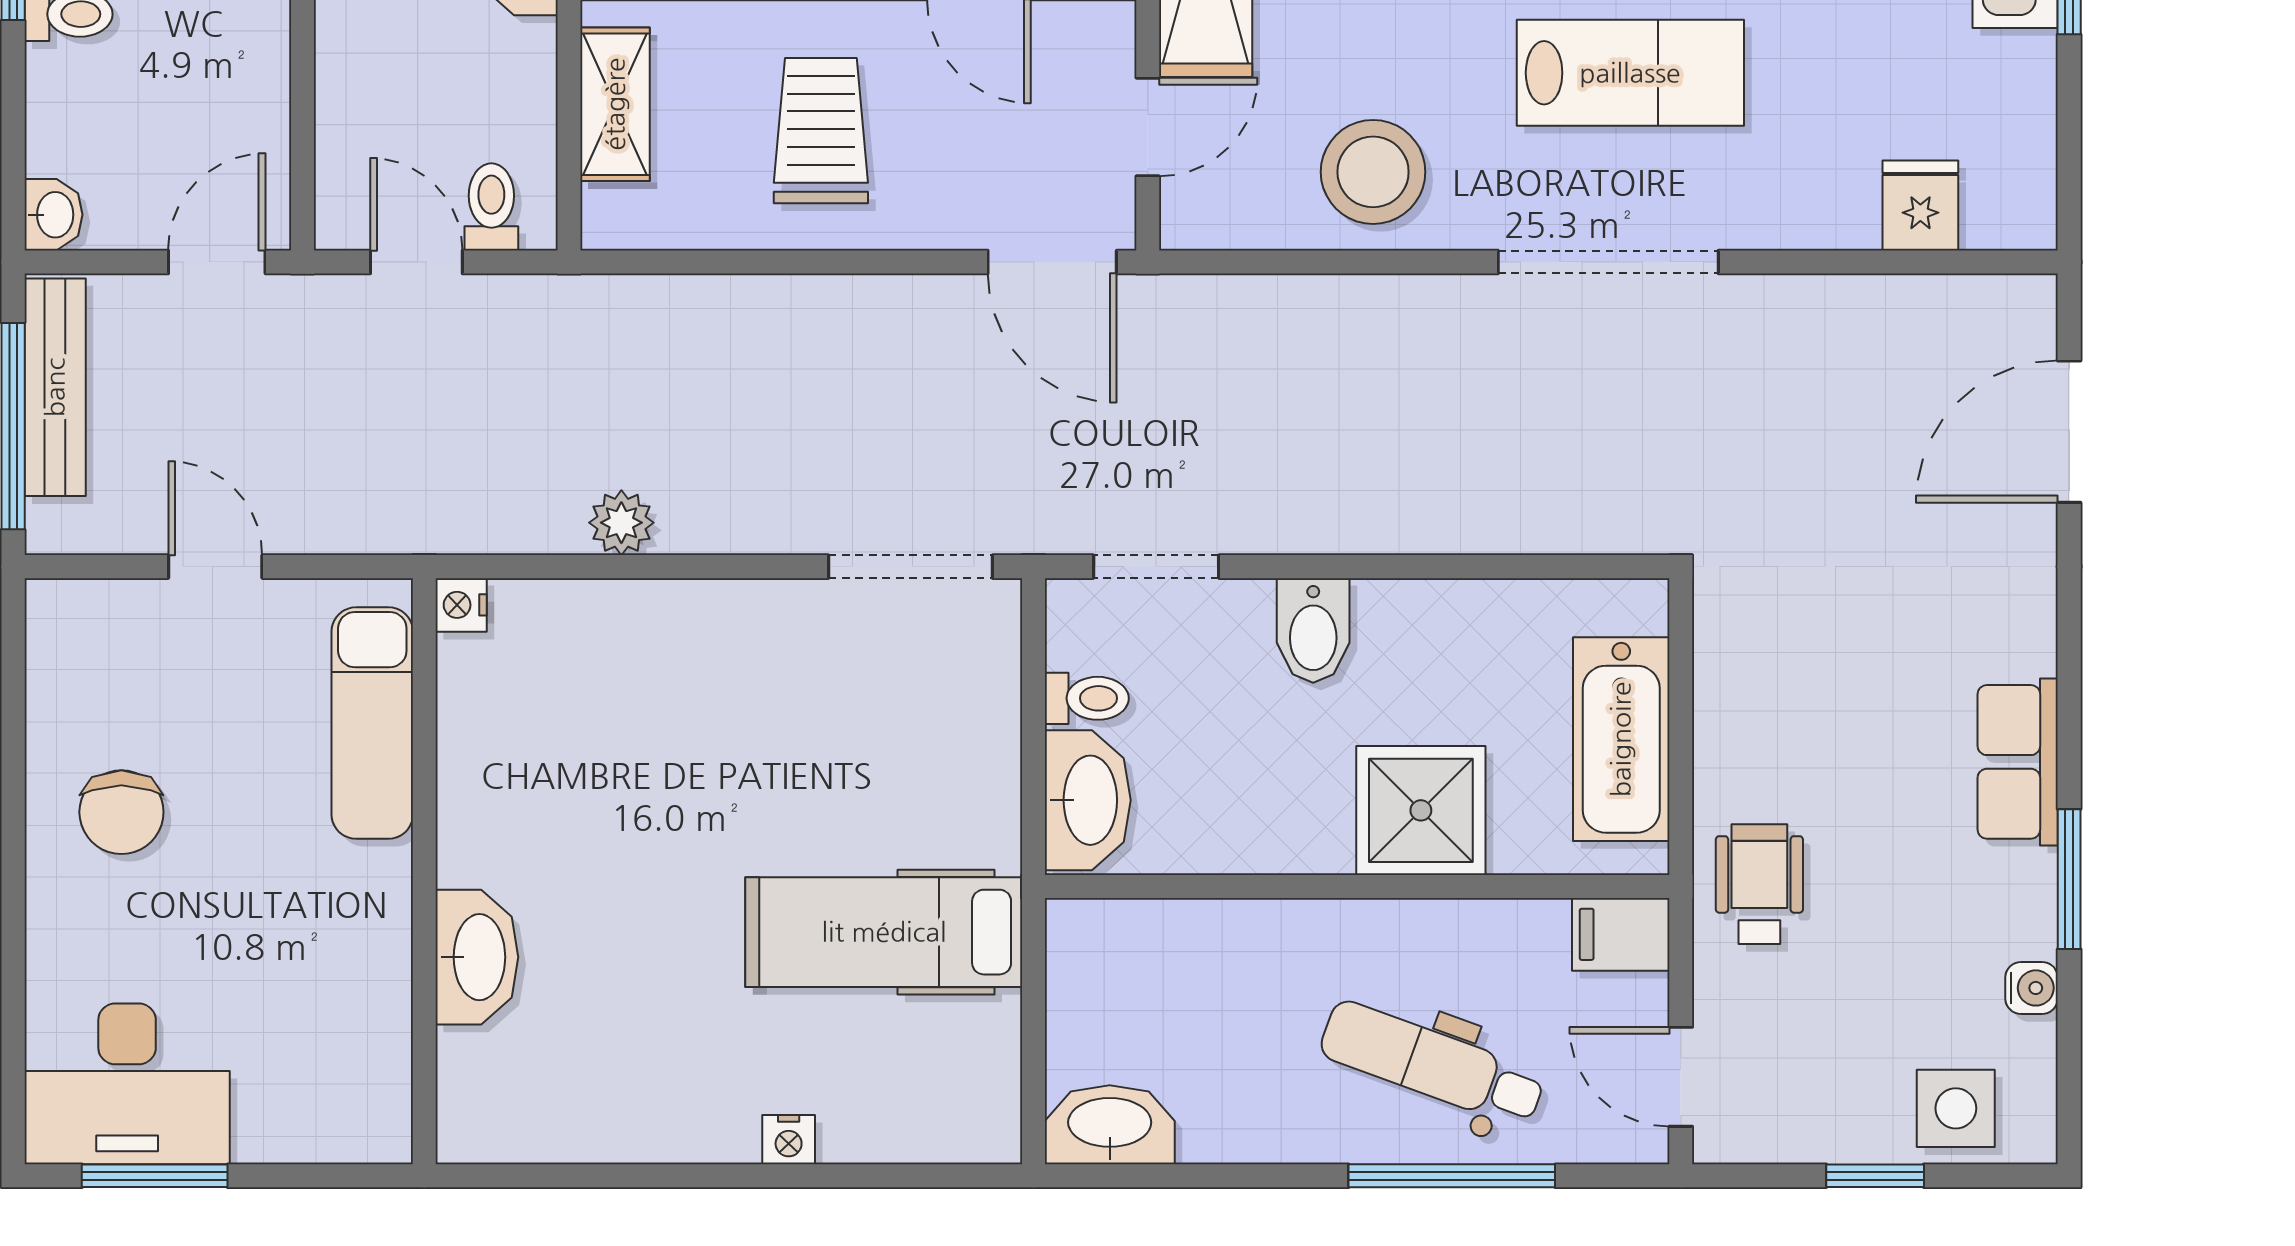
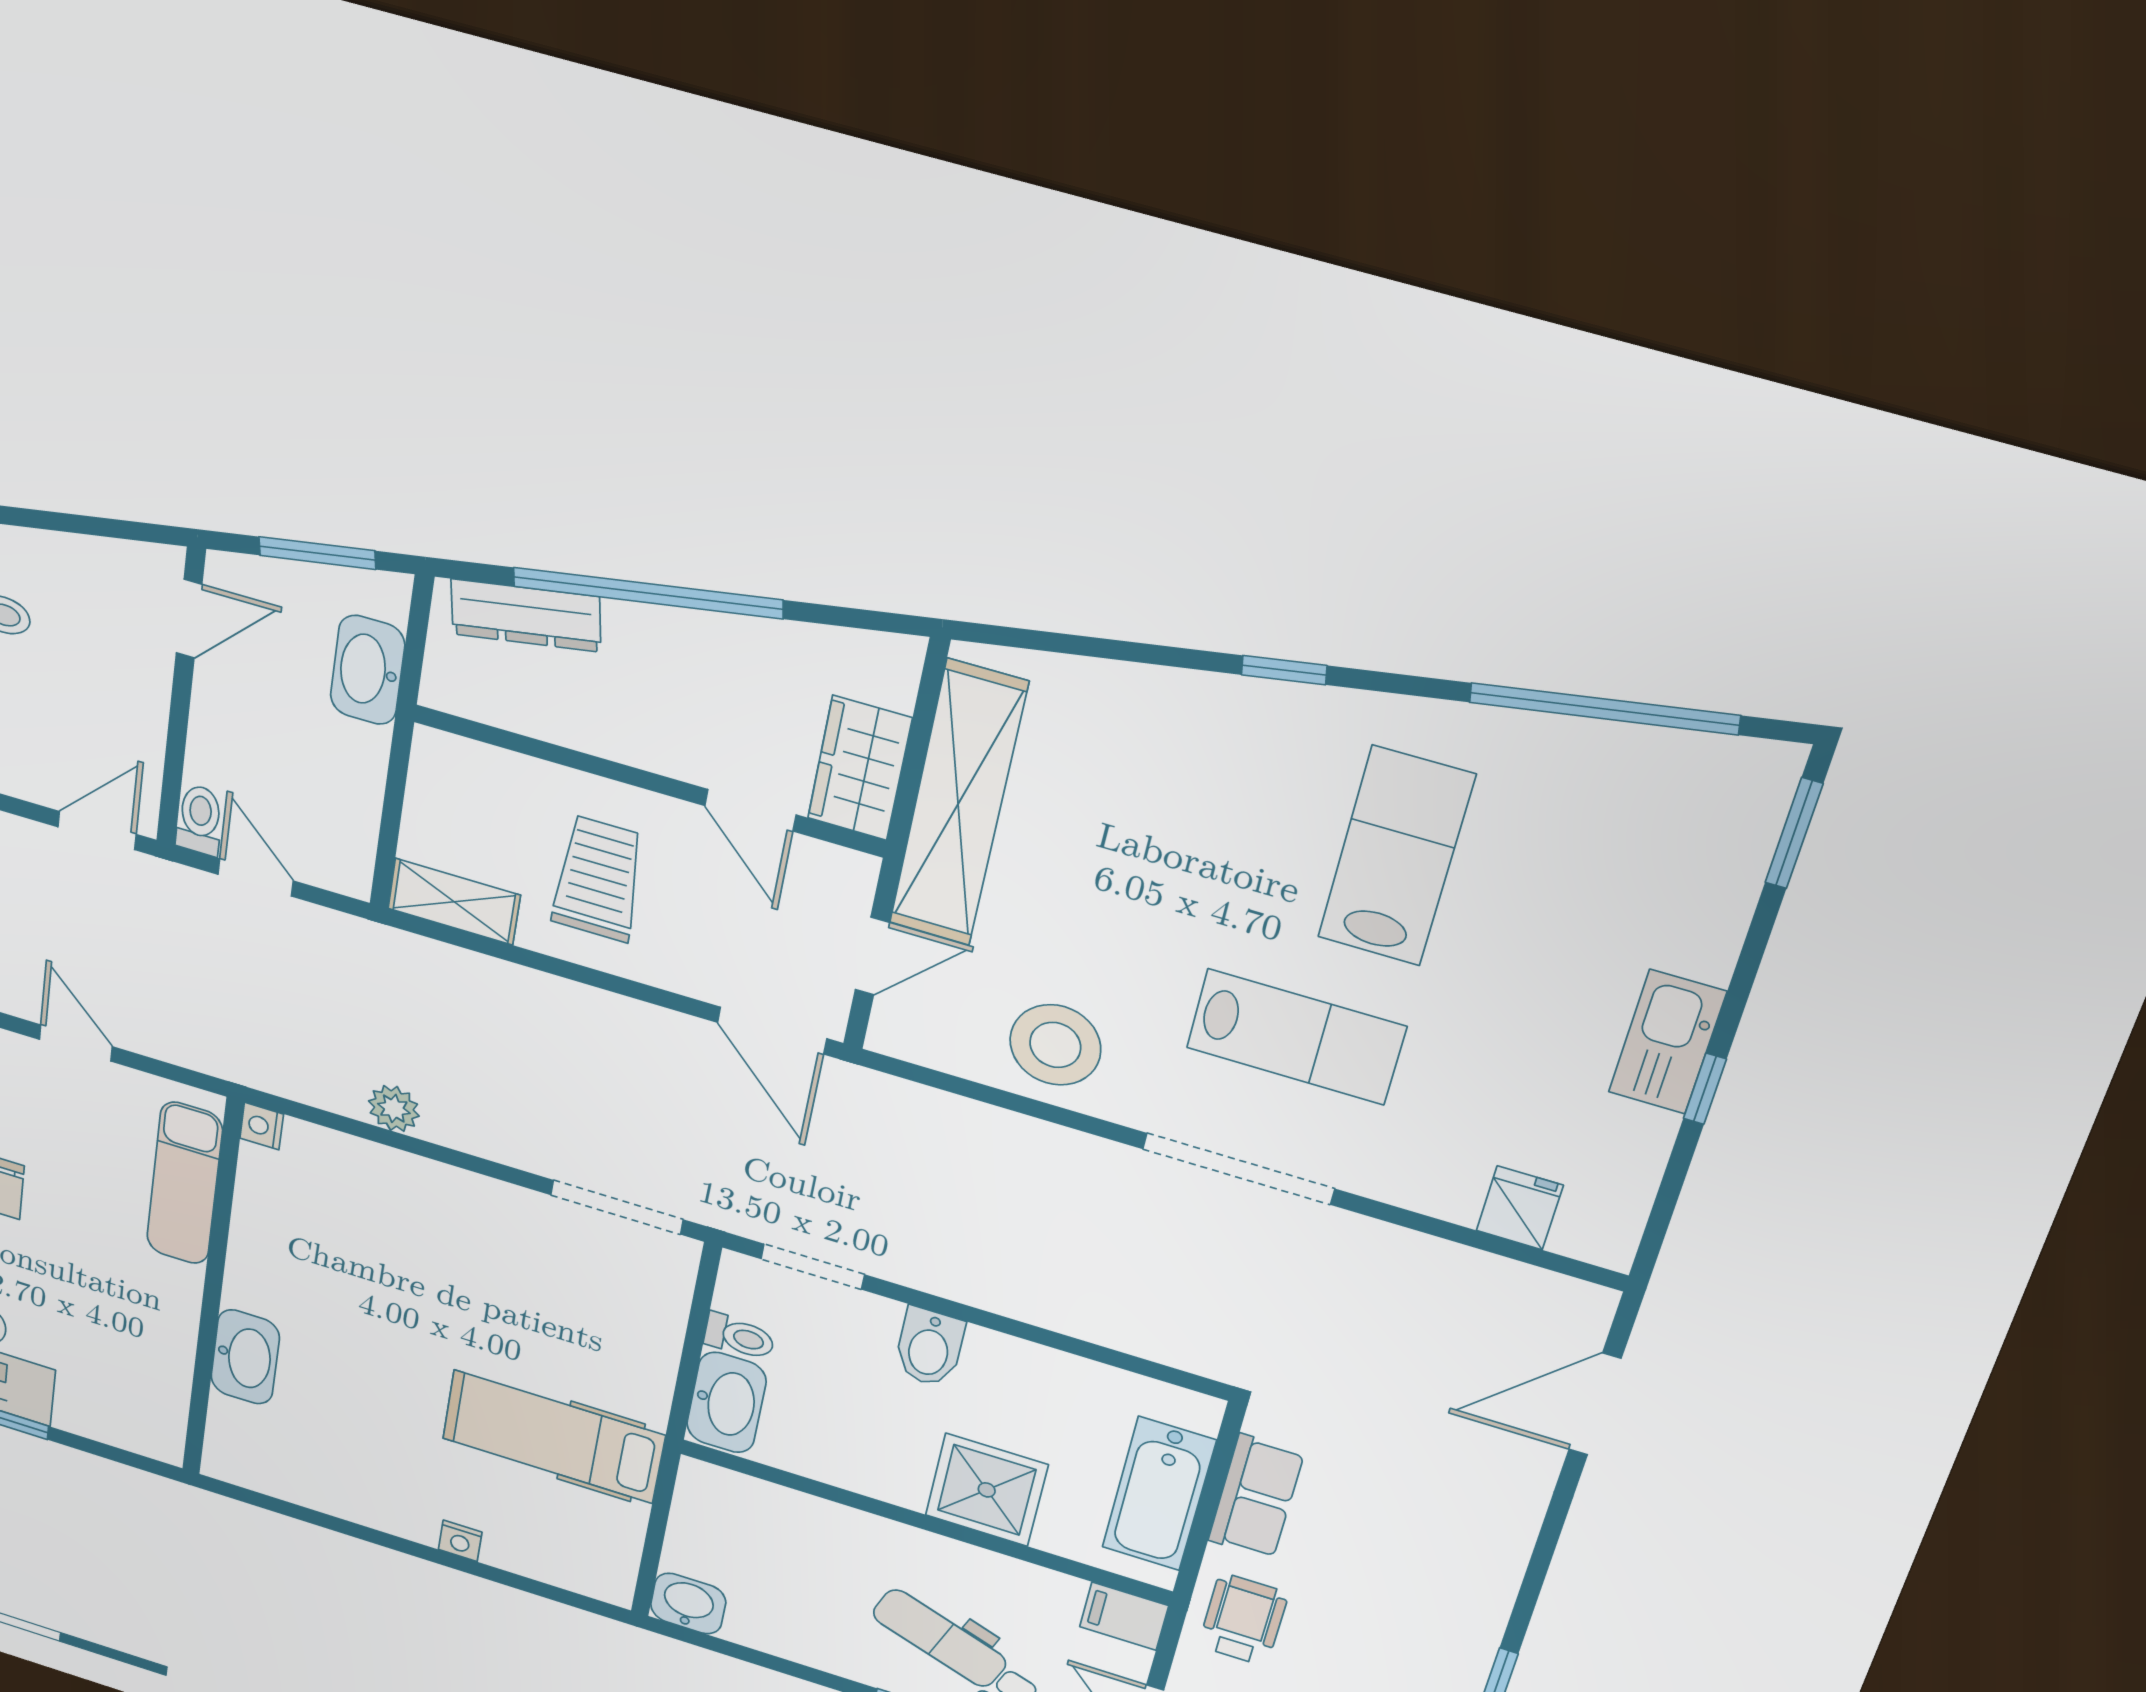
shelving: (615, 104) -> (454, 902), moved, turned 90
toilet: (491, 207) -> (200, 820), moved
row of seats: (2018, 762) -> (1256, 1497), moved, turned 180
washbasin: (1110, 1125) -> (688, 1604), width x0.72

